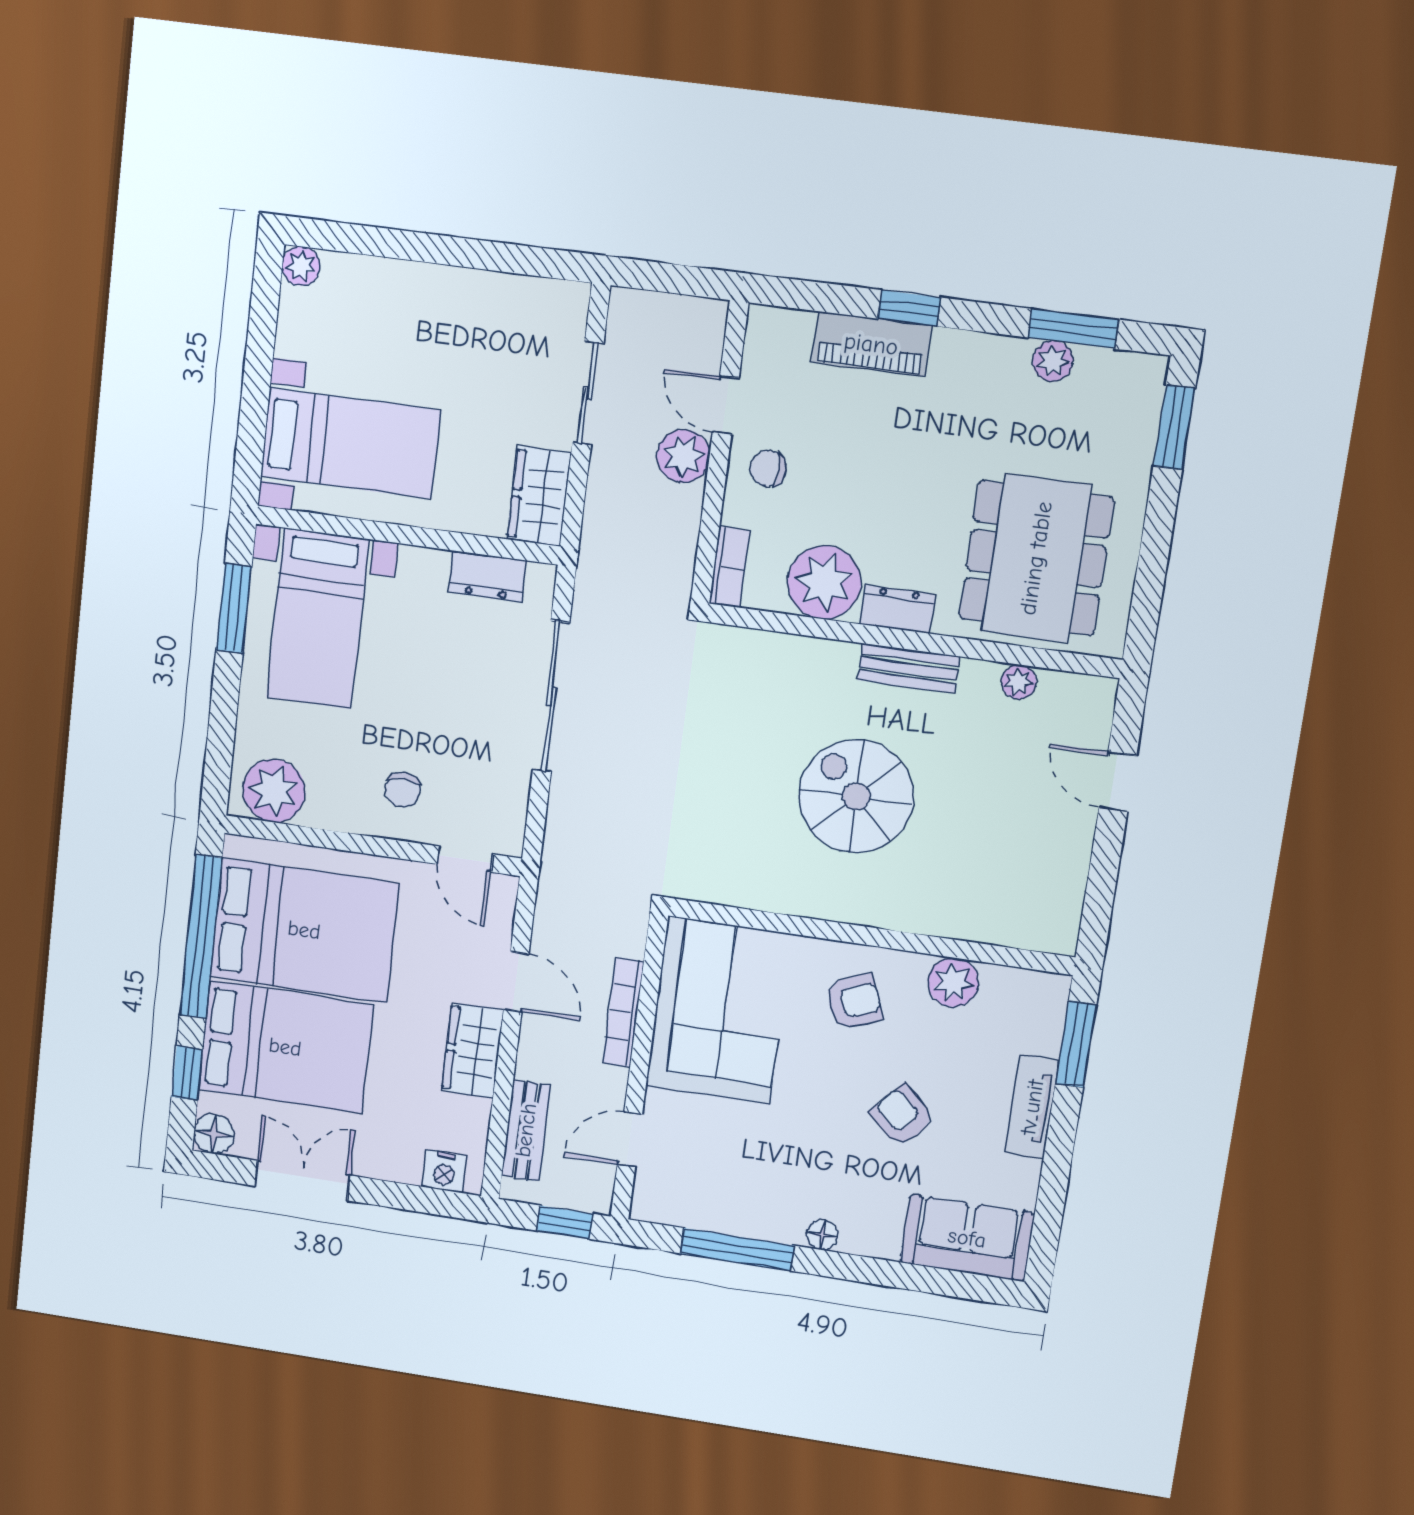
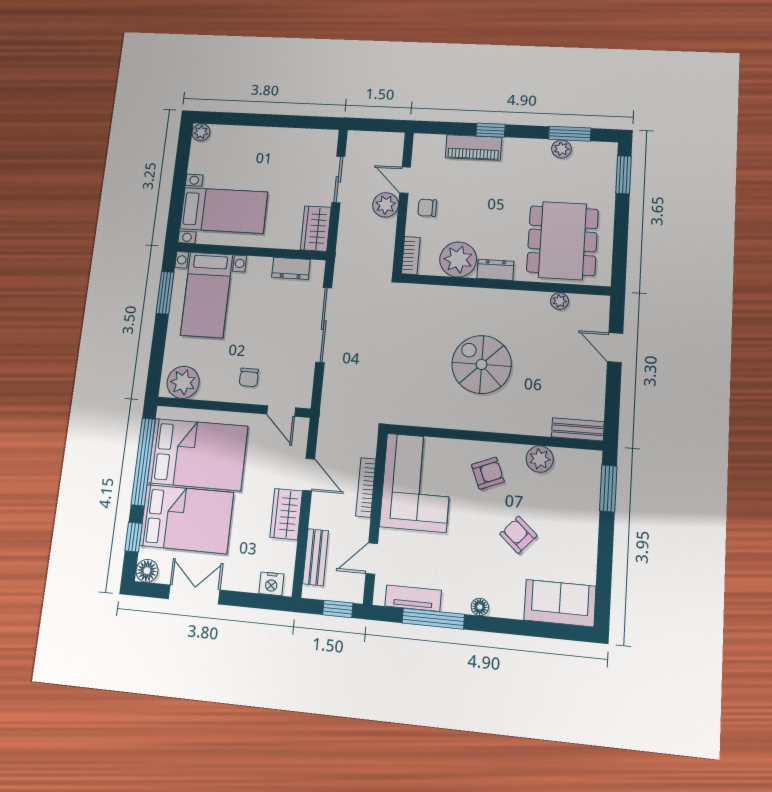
bench: (909, 668) -> (578, 429), moved
tv unit: (1032, 1107) -> (413, 598), moved, turned 90

